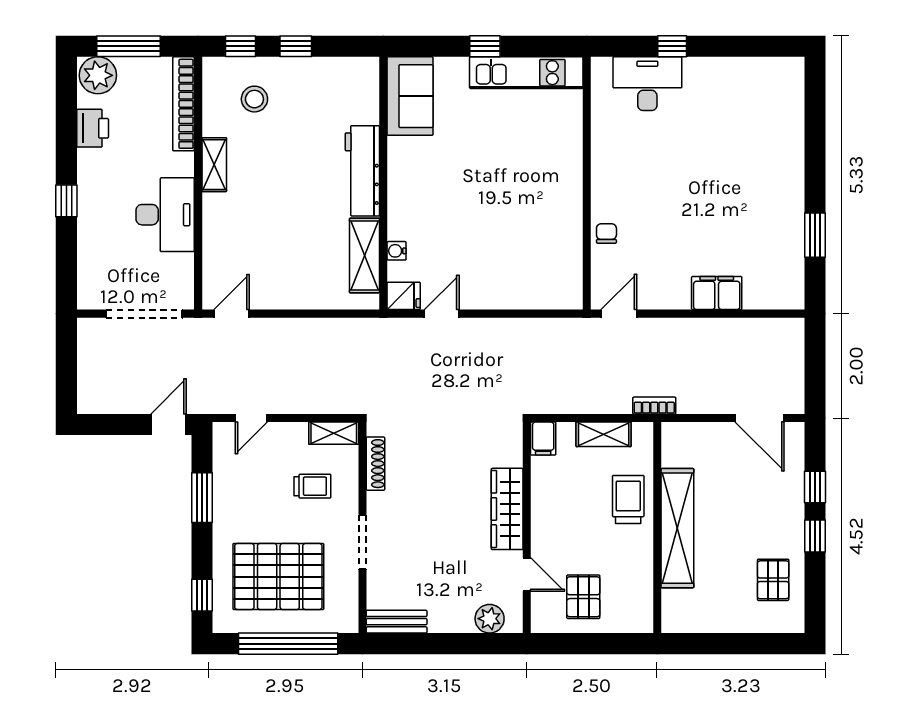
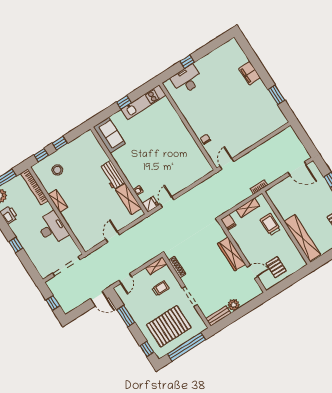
workbench: (362, 171) -> (112, 175), width x0.73
filing cabinet: (717, 293) -> (250, 73), moved, turned -90
door: (231, 314) -> (113, 237), moved
window: (66, 372) -> (53, 303), added
door: (169, 424) -> (99, 299), swing flipped
shelving: (677, 528) -> (302, 238), moved
plant: (490, 619) -> (234, 305), moved

